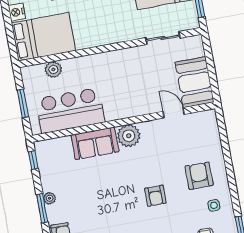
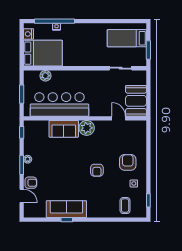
bar counter: (70, 110) -> (59, 104), width x1.36

